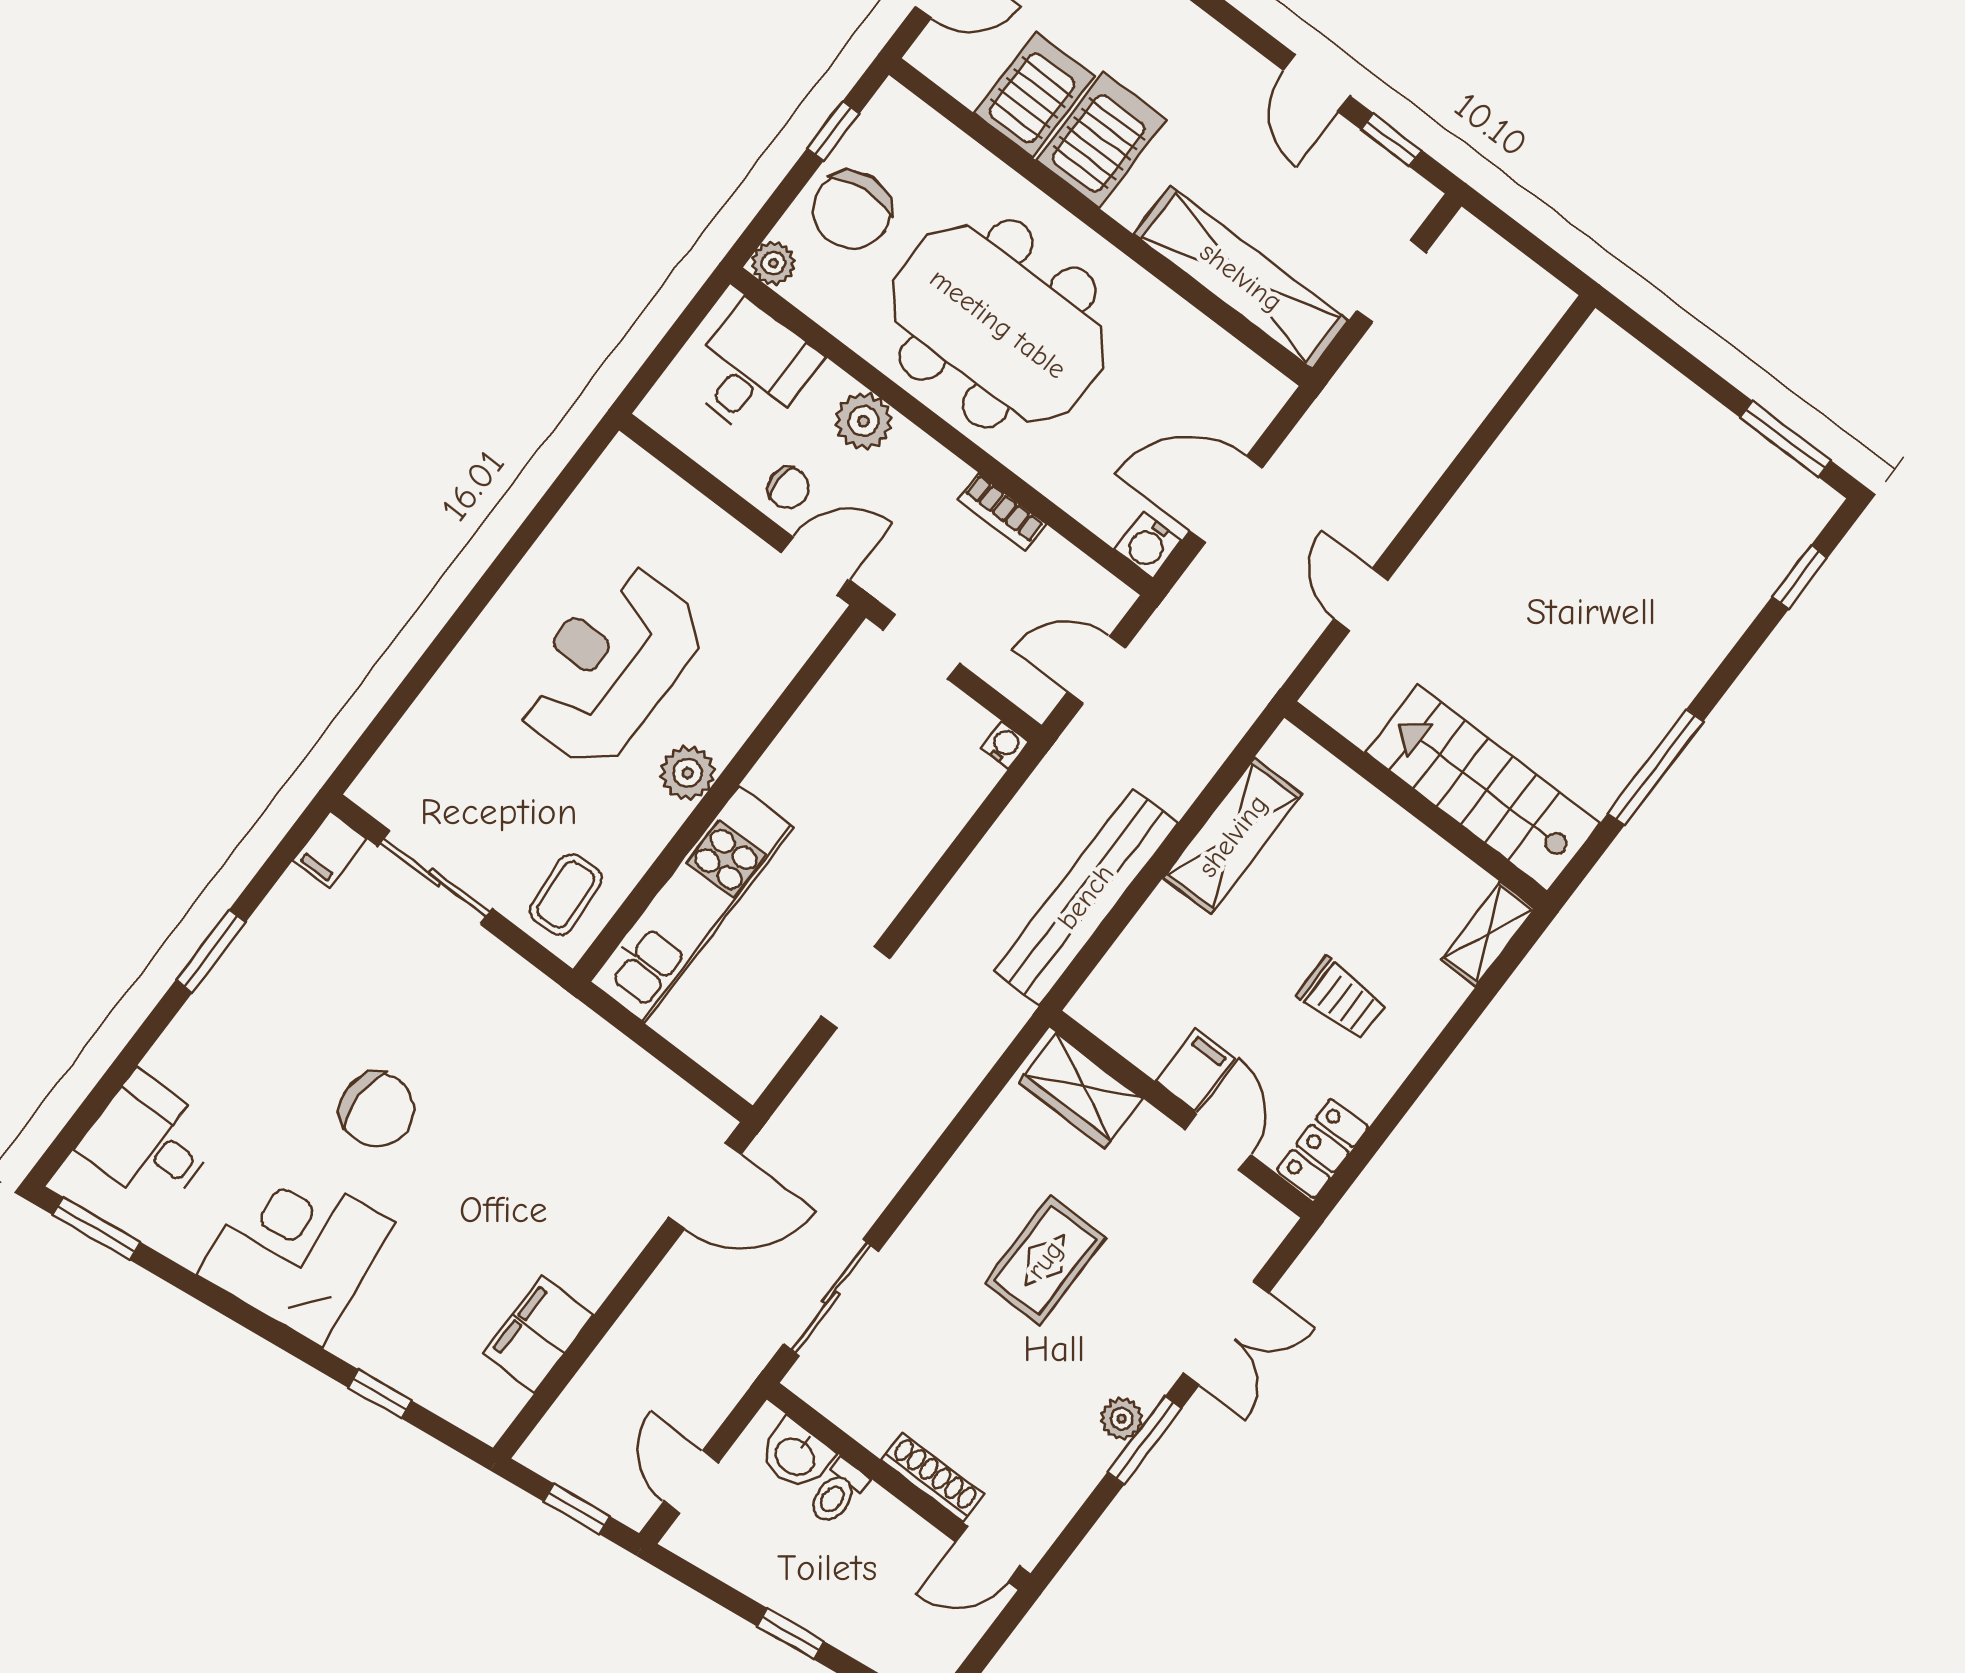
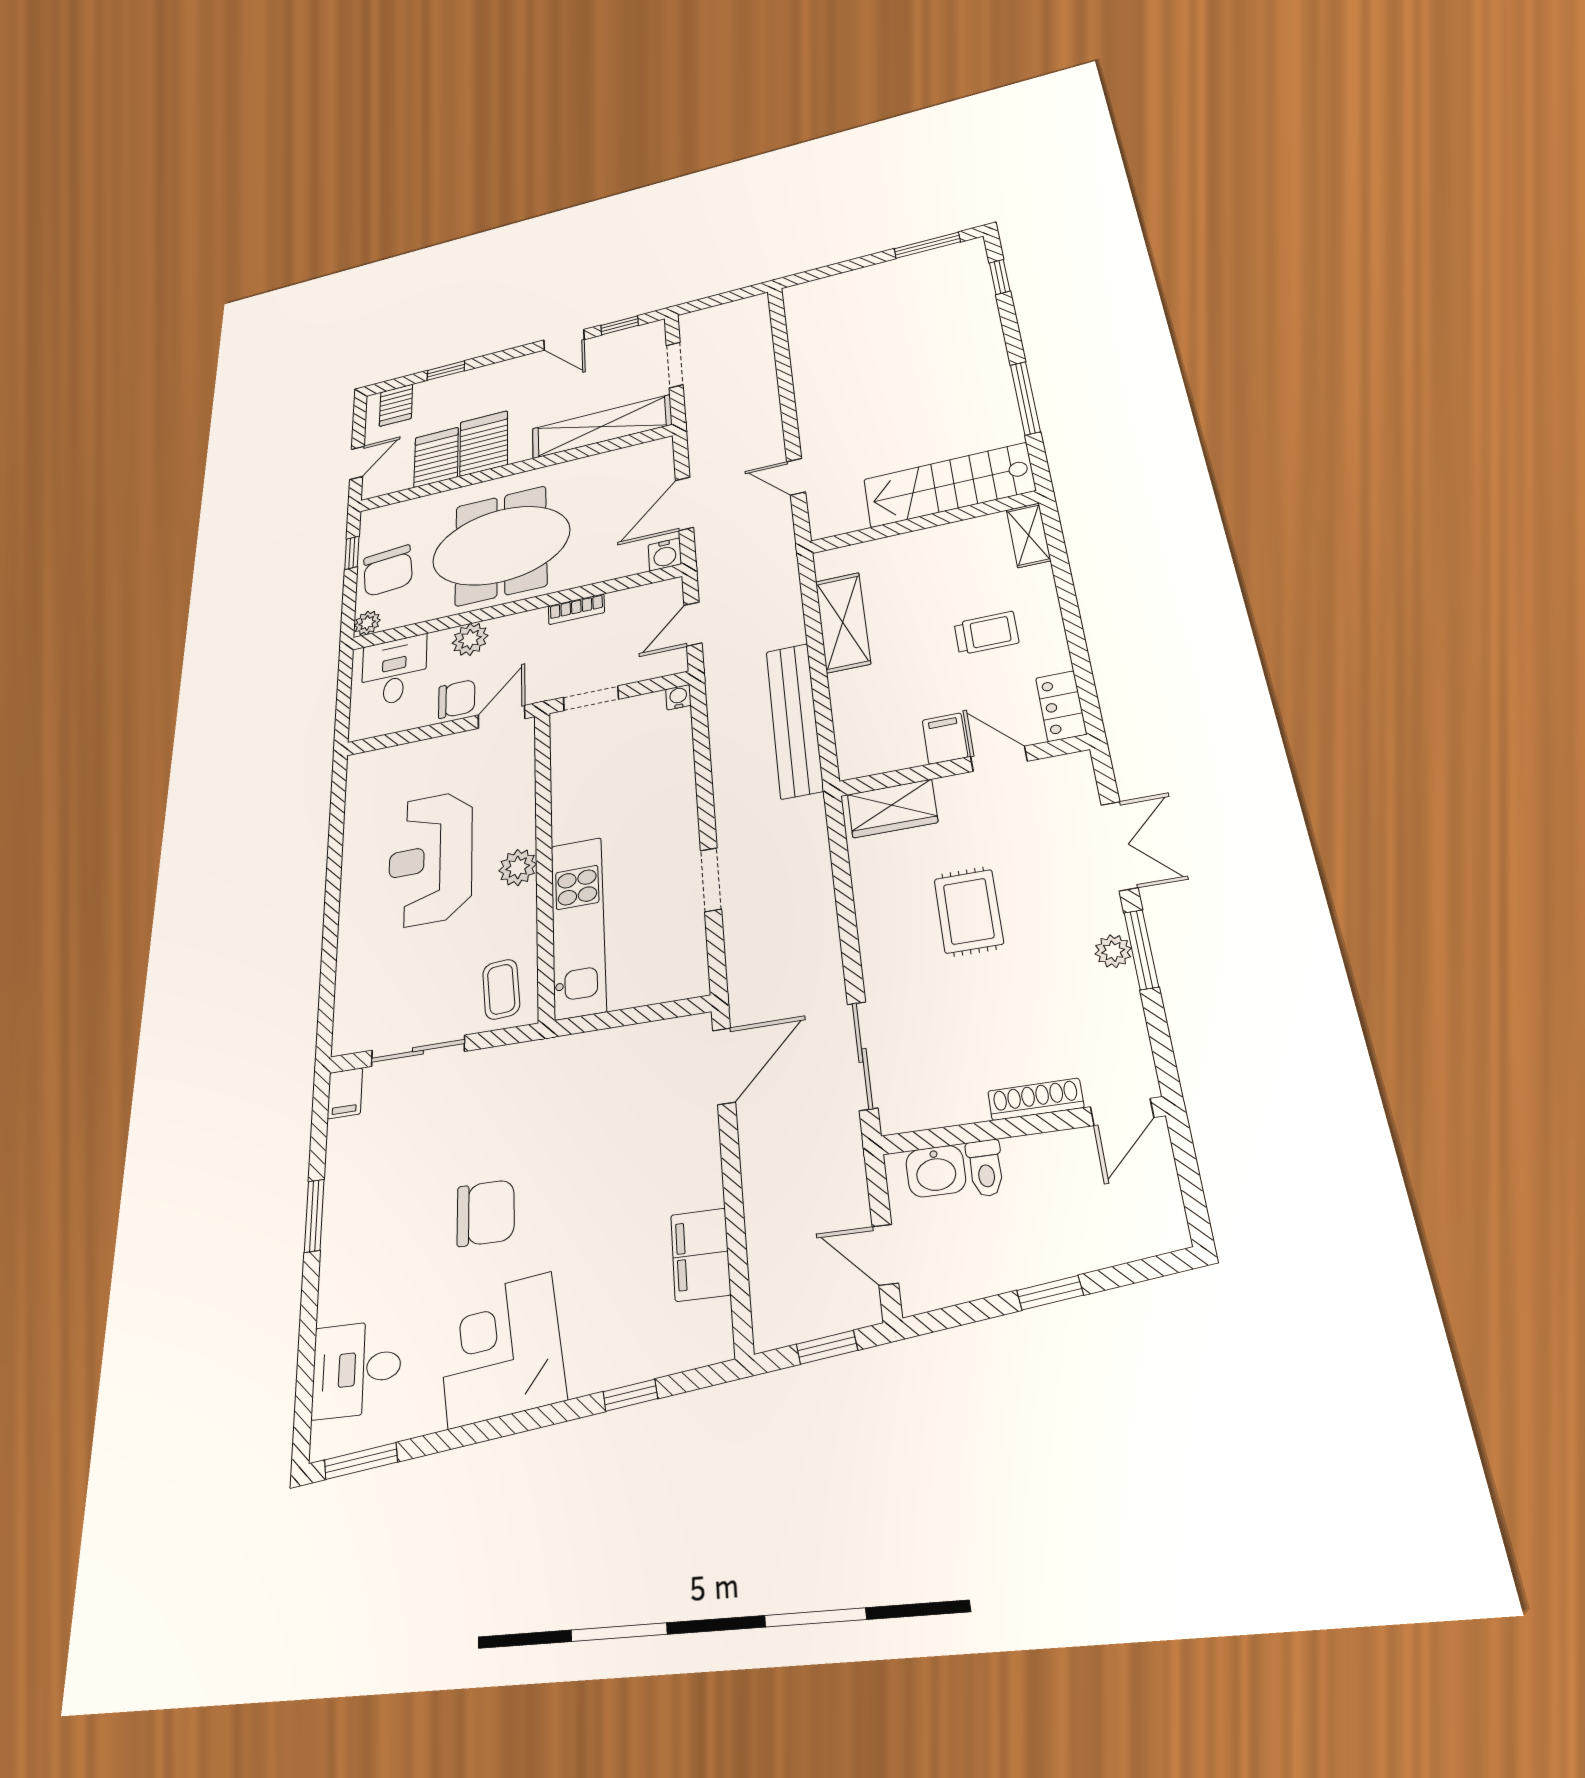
chair: (788, 488) -> (457, 699), width x1.37, depth x1.37

